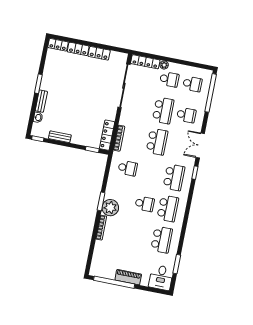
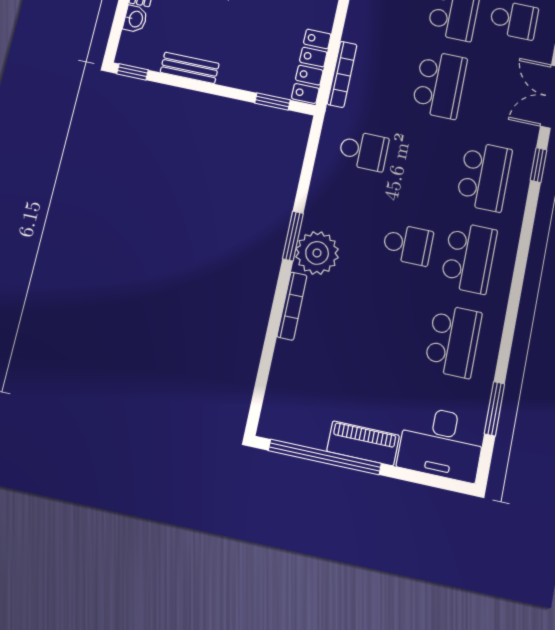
desk: (161, 278) -> (441, 443), width x1.37

